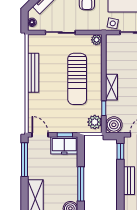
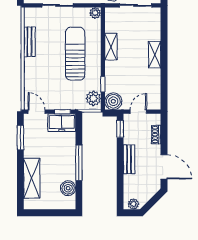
bench: (33, 73) -> (29, 42), width x0.73
sun lounger: (77, 79) -> (75, 54), turned 180
shelving: (112, 87) -> (111, 47), moved
window: (24, 160) -> (20, 137), width x0.69

